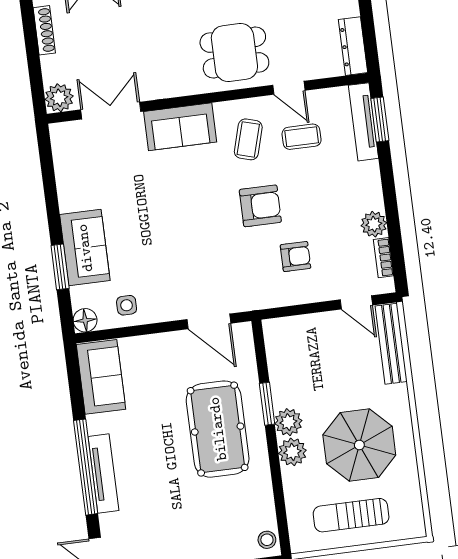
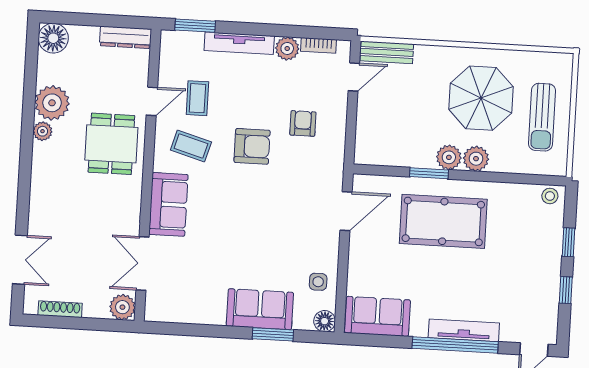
tv unit: (363, 122) -> (239, 43), moved
armchair: (260, 206) -> (252, 146), turned 90
bench: (391, 344) -> (387, 52), width x0.73

